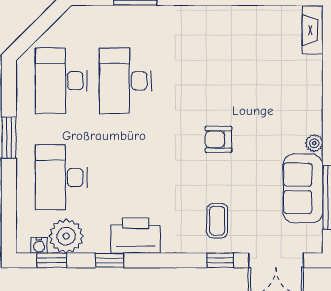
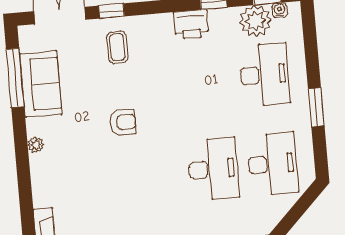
plant: (314, 143) -> (36, 145), moved
printer: (136, 236) -> (191, 24), width x0.73, depth x0.84

